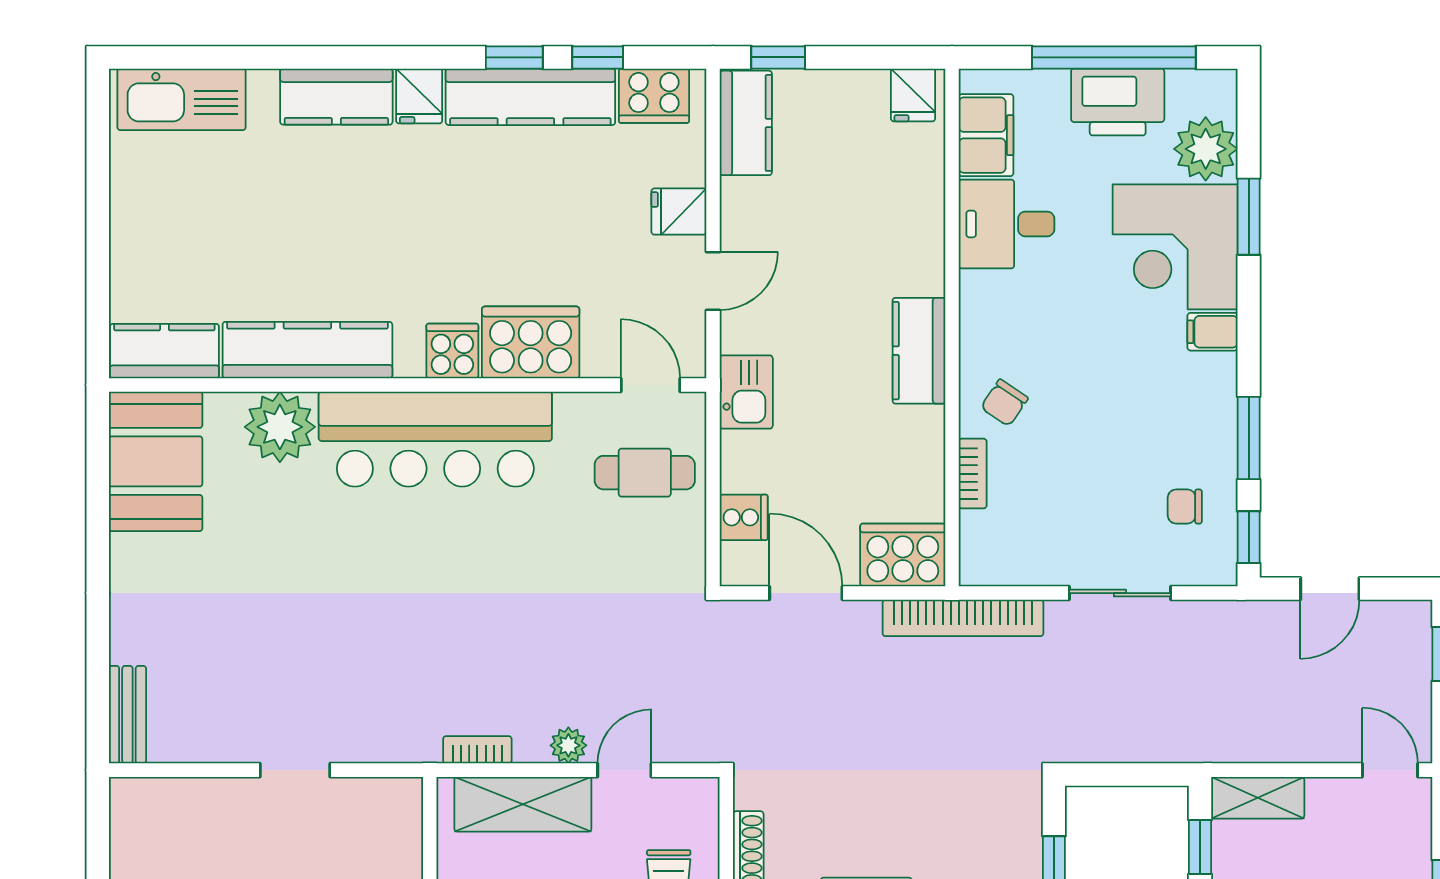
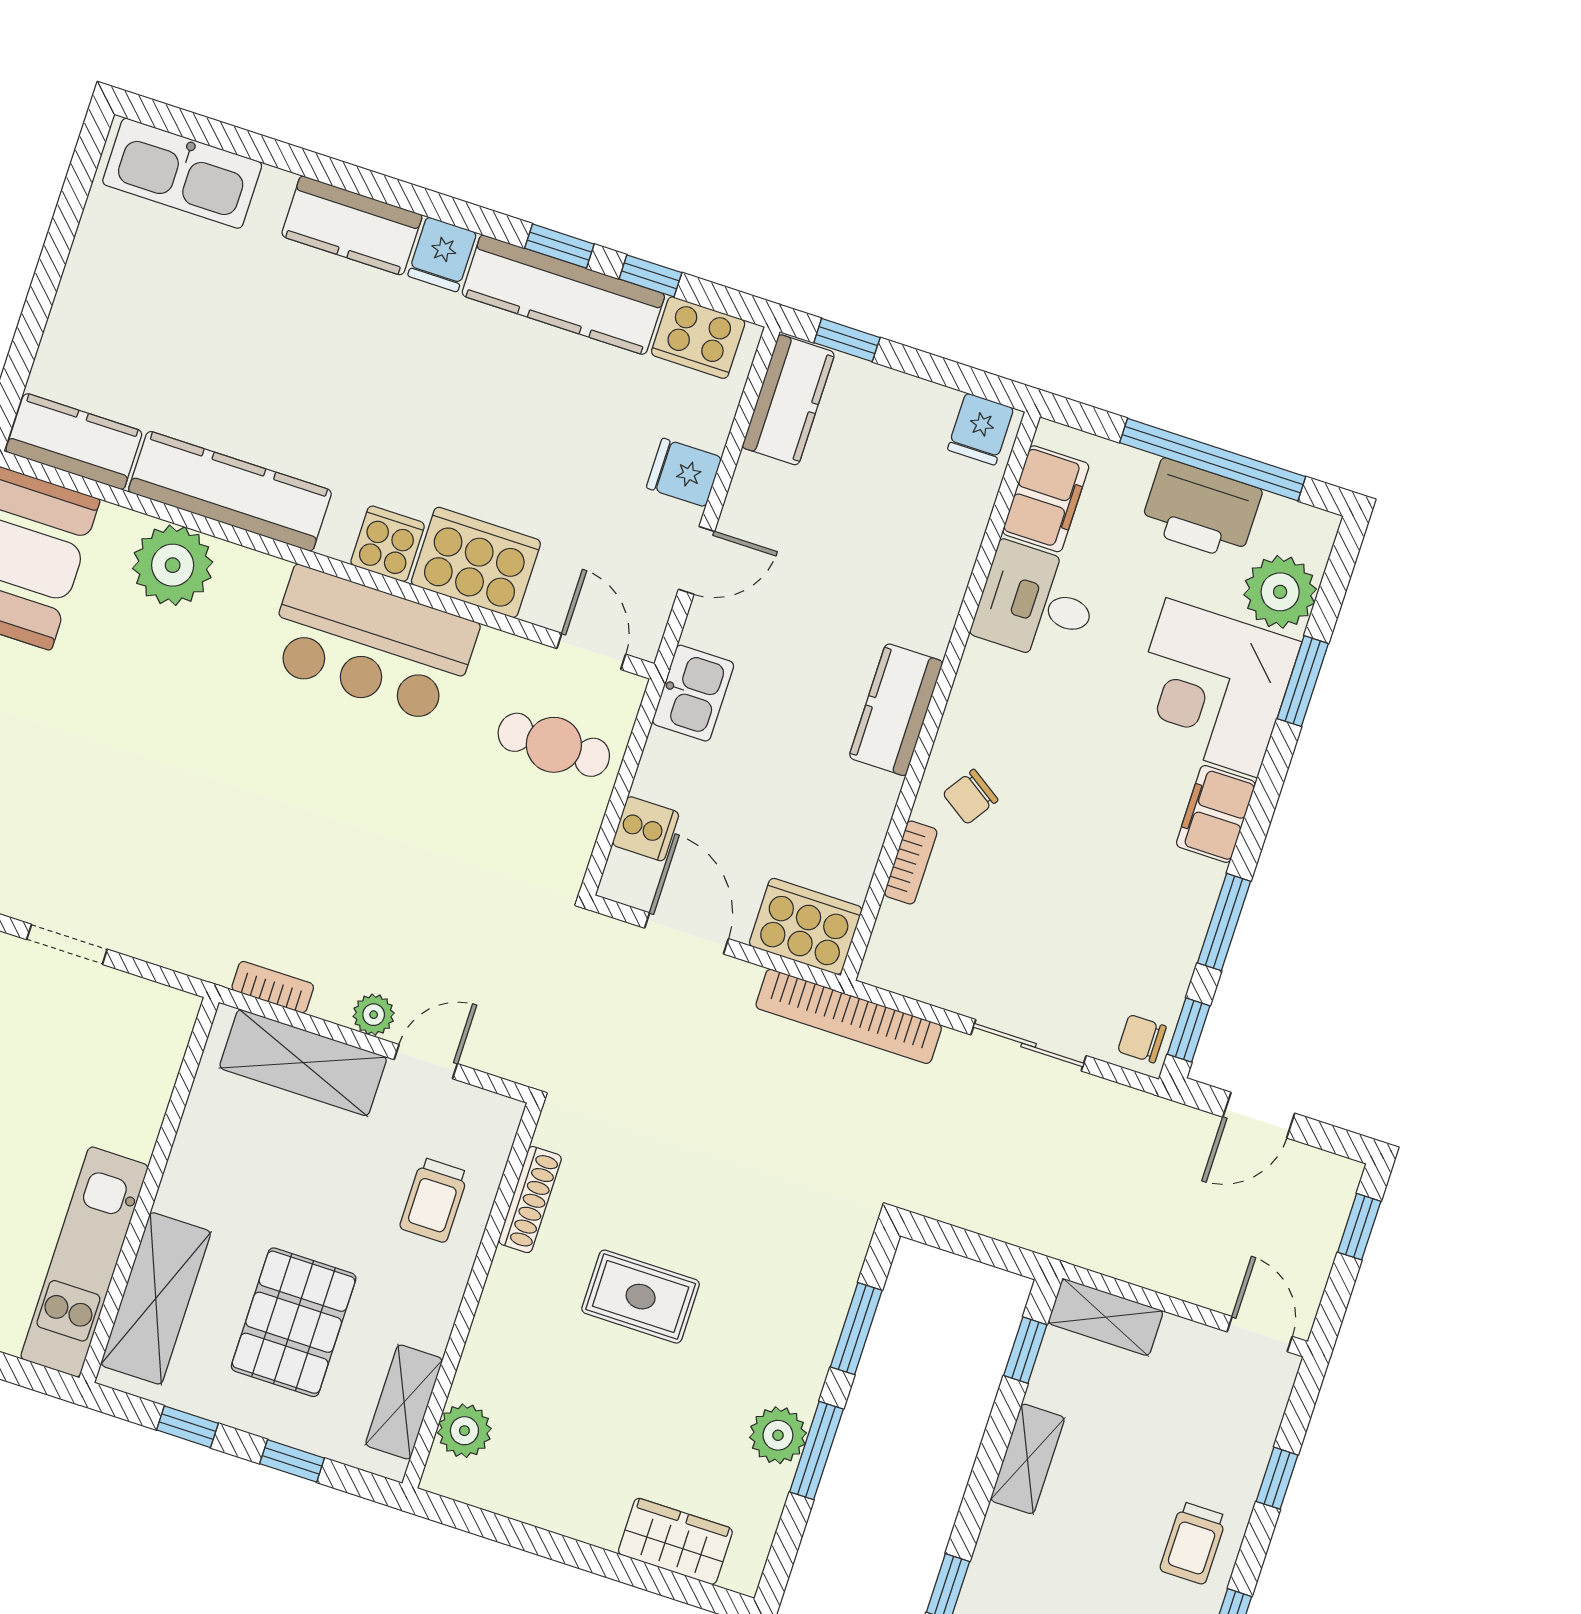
filing cabinet: (1213, 332) -> (1216, 814), width x2.00
bar counter: (435, 439) -> (372, 645), width x0.73
chair: (1185, 506) -> (1142, 1039), moved

